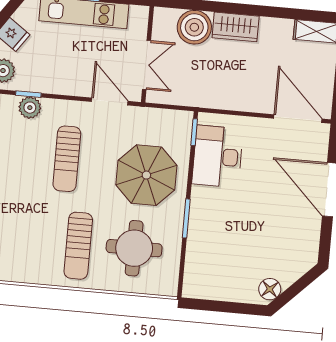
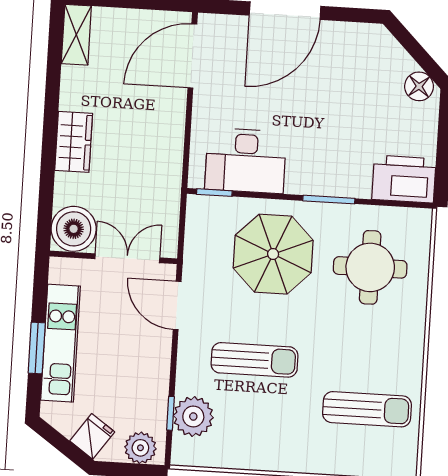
boiler: (194, 27) -> (74, 229), moved
door: (110, 101) -> (177, 305), hinge flipped
plant: (30, 108) -> (193, 417), width x1.36, depth x1.36
sun lounger: (78, 246) -> (367, 409), moved
printer: (200, 276) -> (404, 179), added

